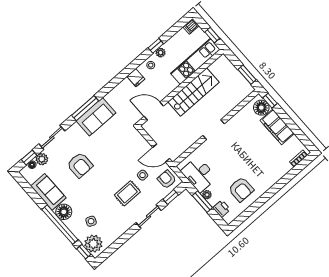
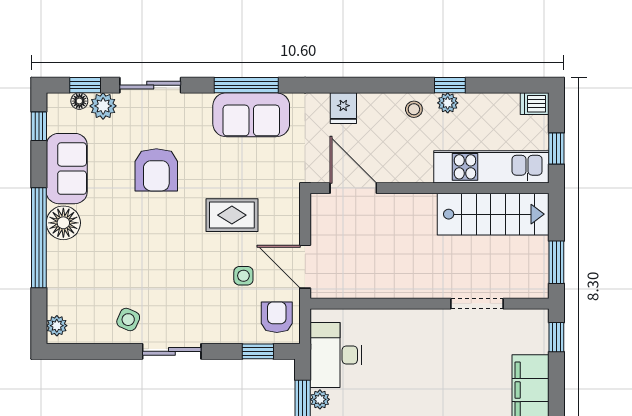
fridge: (136, 78) -> (343, 108), moved
stairs: (194, 92) -> (493, 214), moved
floor lamp: (261, 108) -> (532, 336), removed
doorway: (214, 130) -> (477, 304), moved
rug: (127, 193) -> (232, 215), moved
sliding door: (149, 216) -> (172, 351), moved
side table: (91, 221) -> (128, 320), moved
plant: (93, 244) -> (57, 326), width x0.53, depth x0.53
window: (84, 252) -> (39, 126), moved

